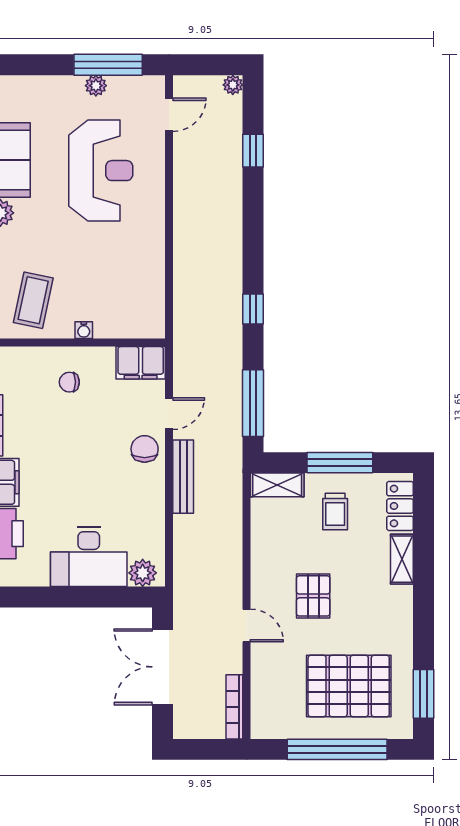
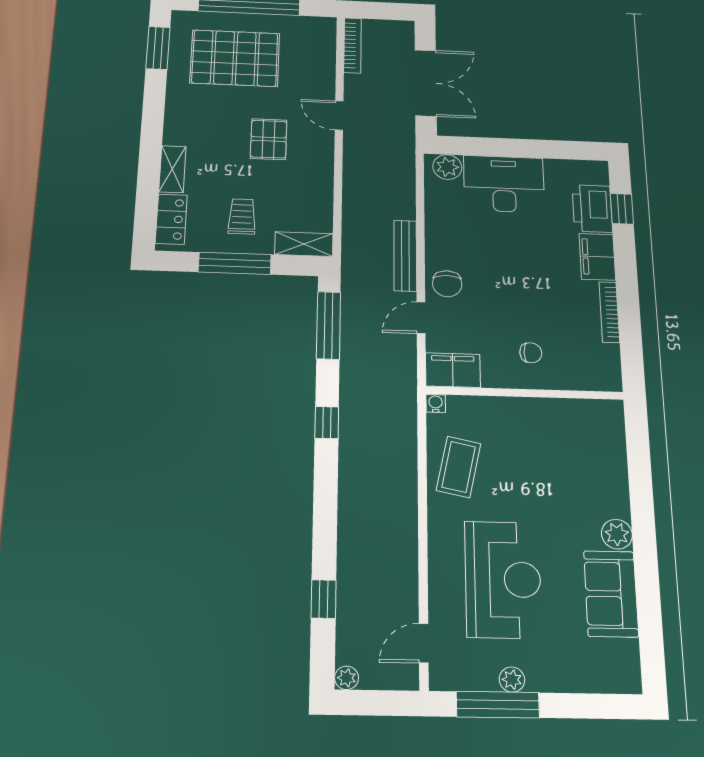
reception desk: (101, 171) -> (503, 579), turned 180
coffee table: (33, 300) -> (459, 467), moved
water cooler: (84, 330) -> (436, 403), moved

